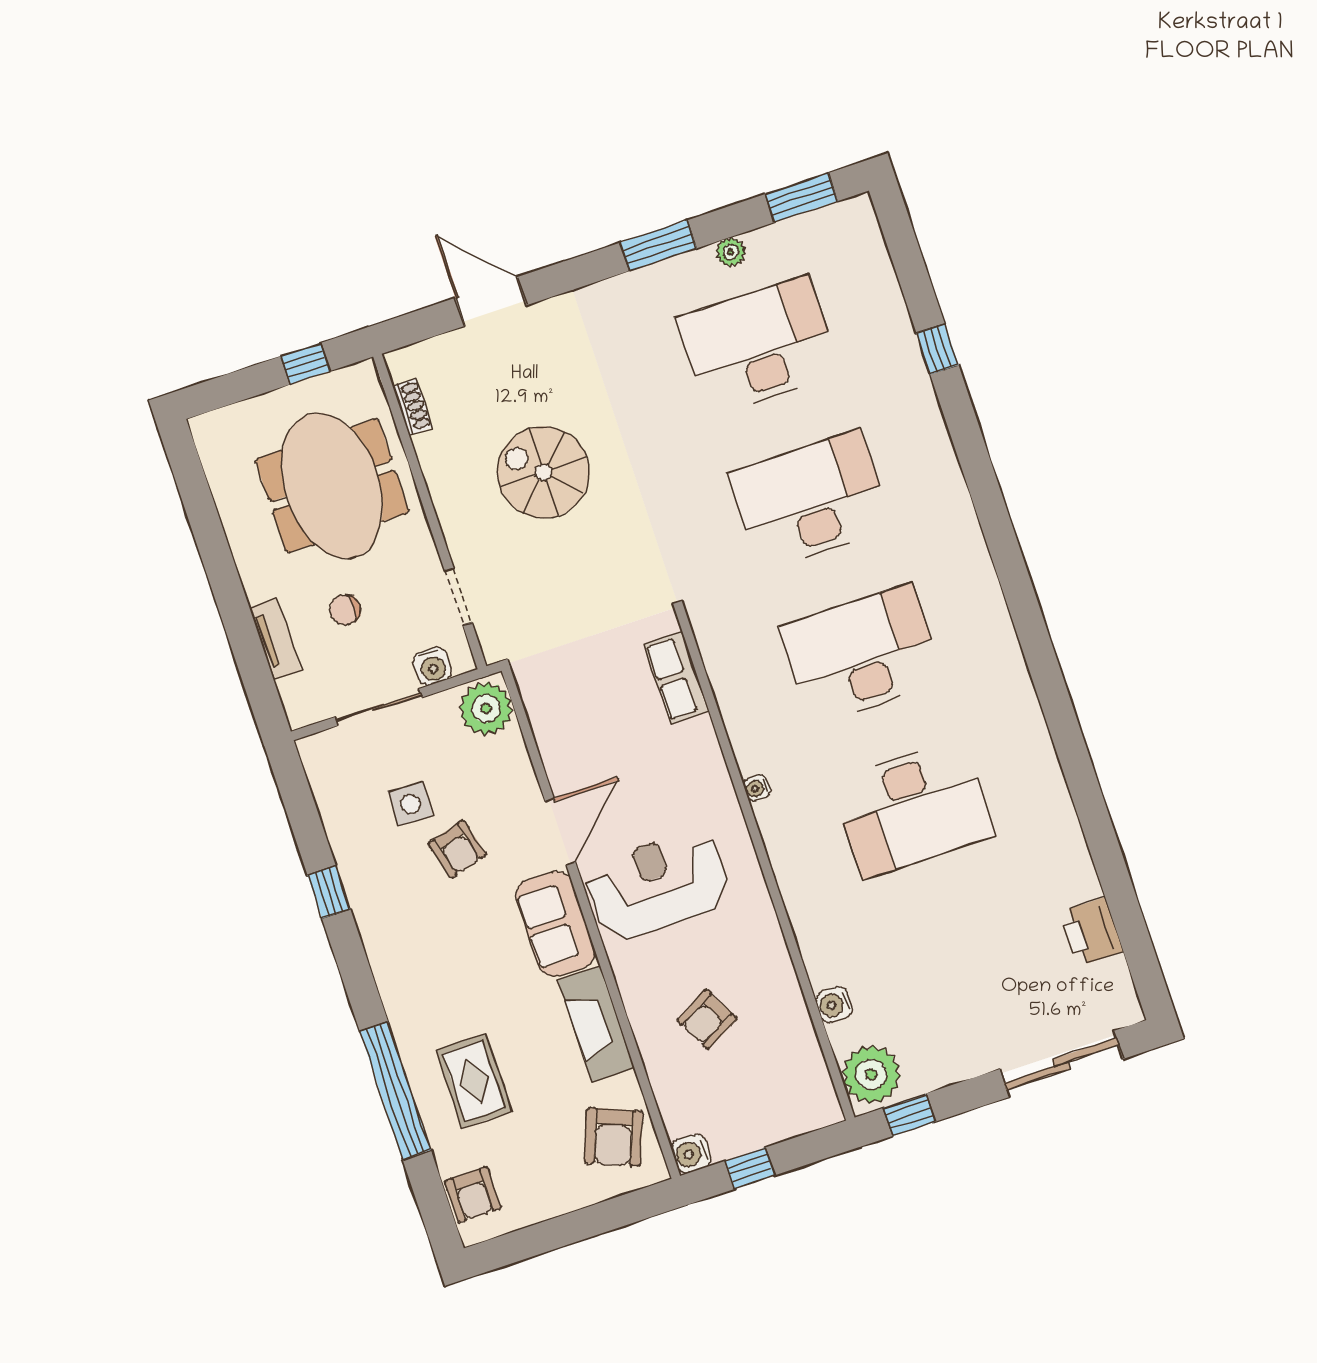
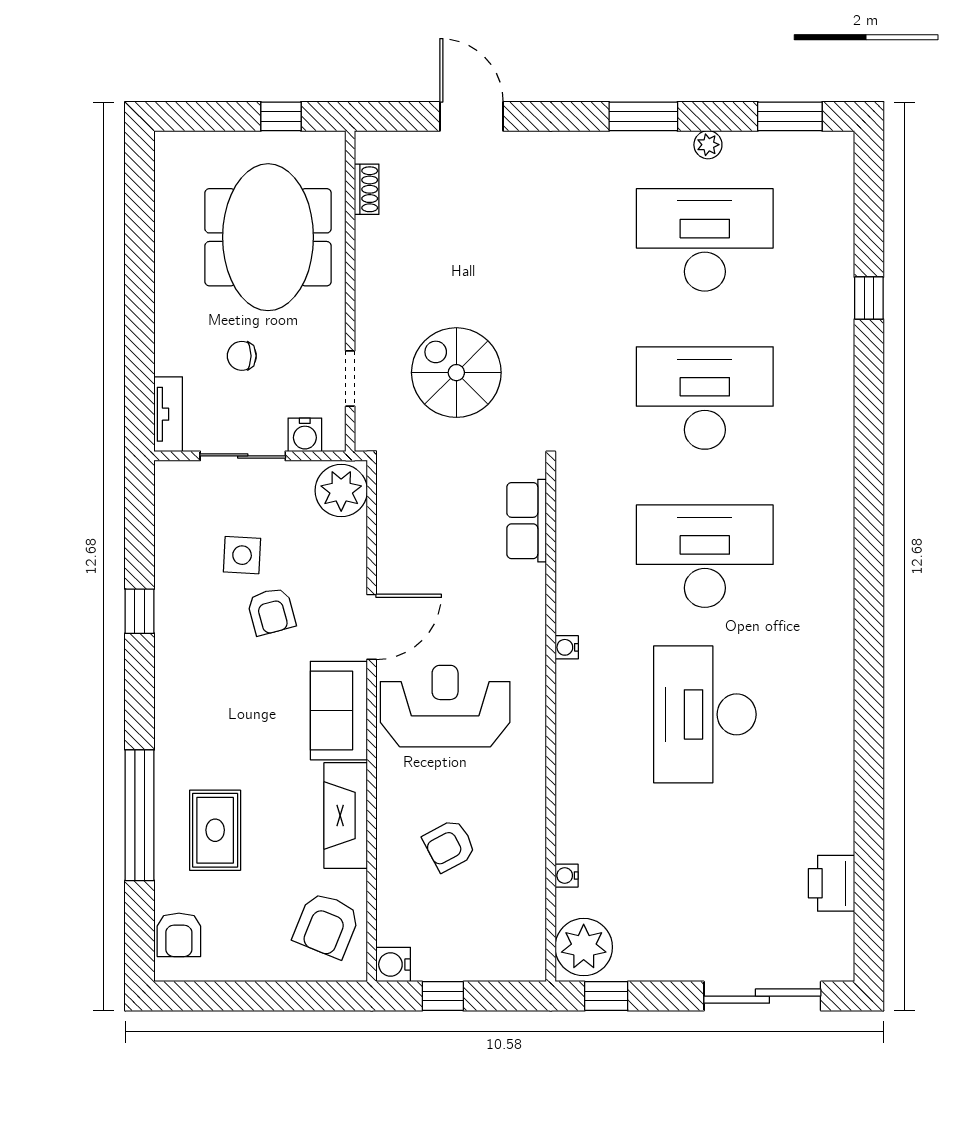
spiral stairs: (543, 472) -> (456, 373), moved
tv unit: (275, 639) -> (168, 414), moved
desk: (913, 808) -> (705, 714), turned 90
water cooler: (834, 1005) -> (567, 876), width x0.72, depth x0.72

